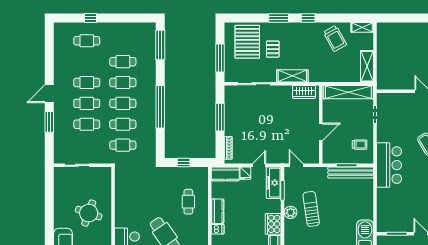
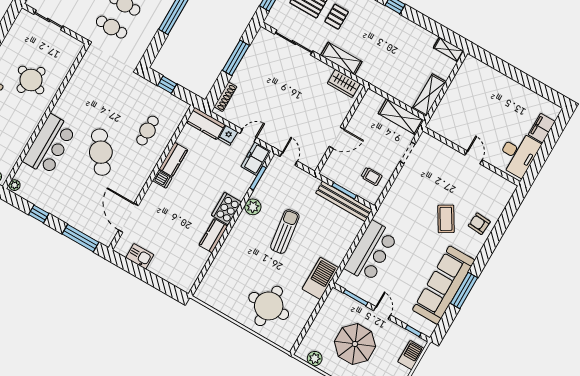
trolley: (335, 38) -> (412, 44), removed
shelving: (348, 92) -> (401, 117), width x0.68
bar counter: (389, 165) -> (371, 252), moved
freezer: (274, 183) -> (256, 159), width x0.71
sun lounger: (311, 209) -> (285, 232), moved

